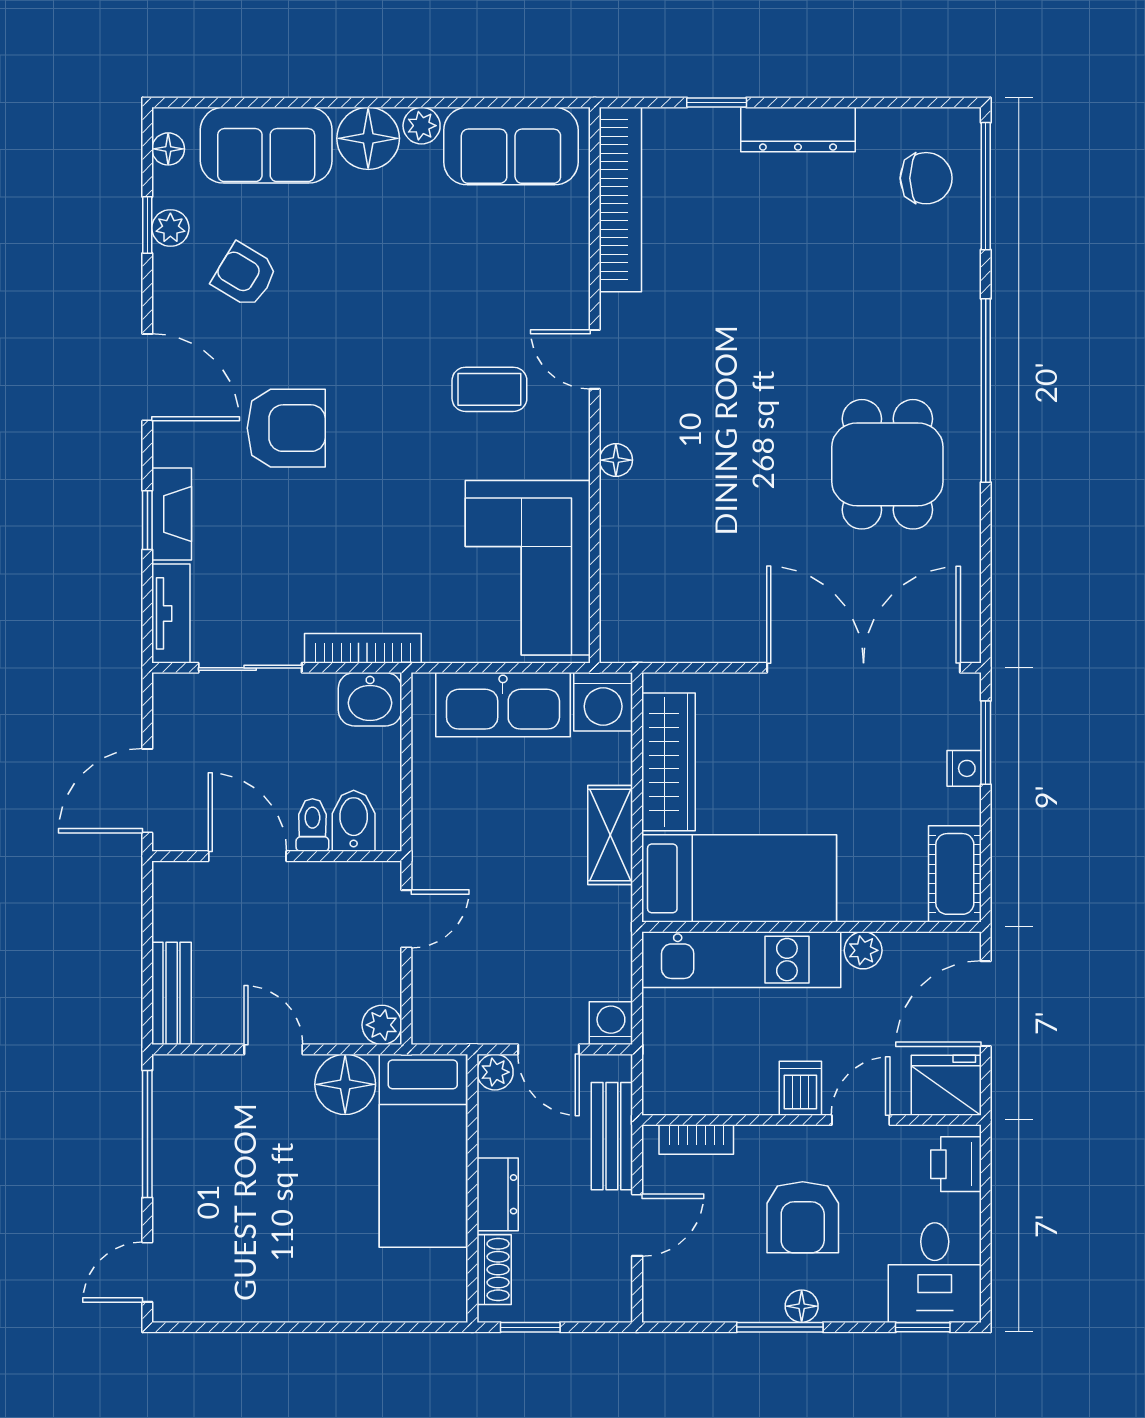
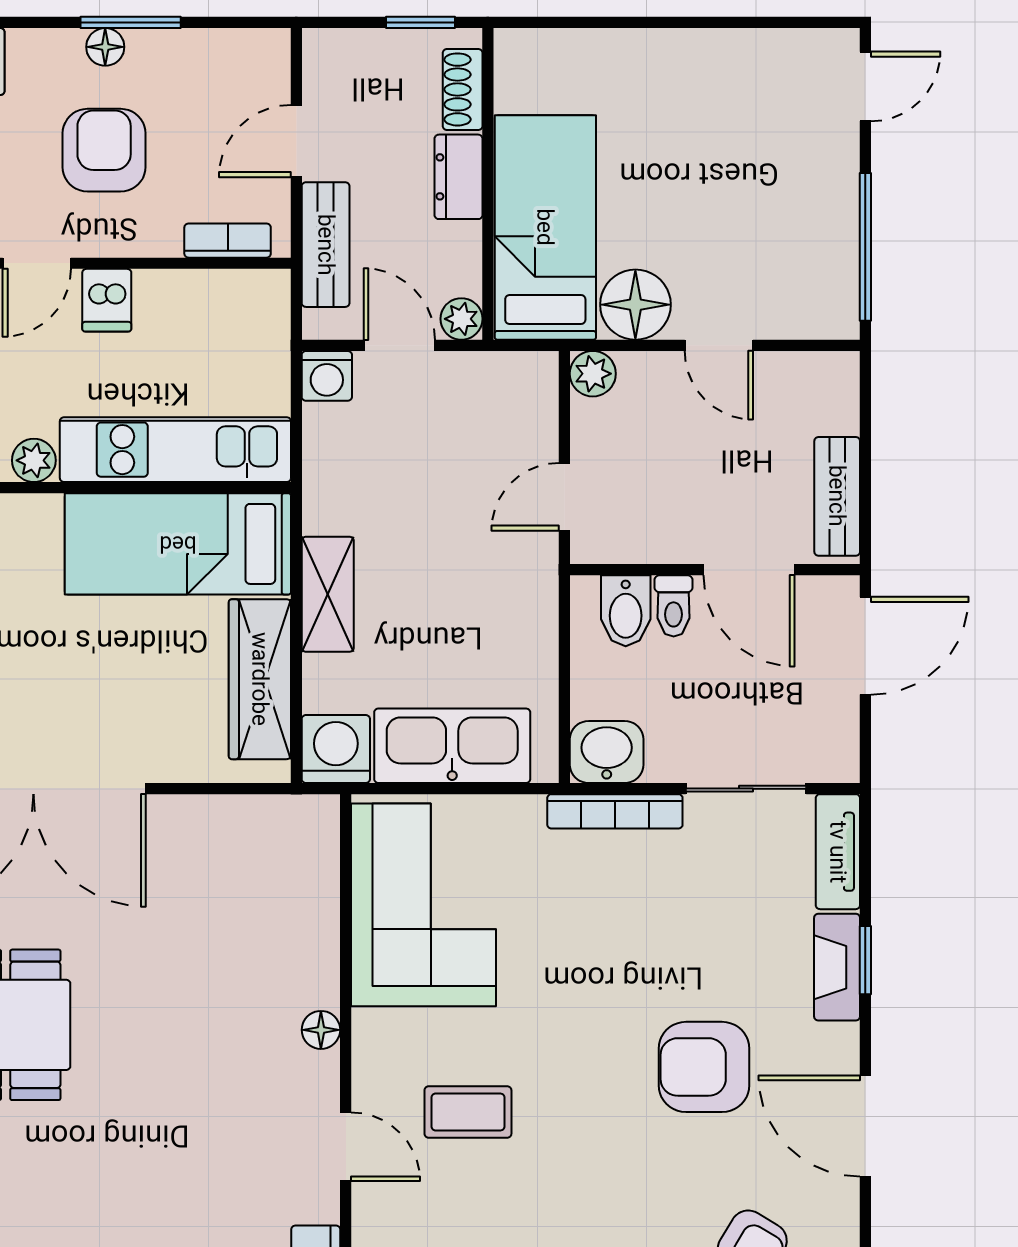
bench: (172, 993) -> (837, 496), moved

